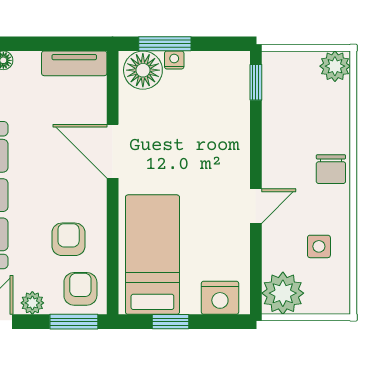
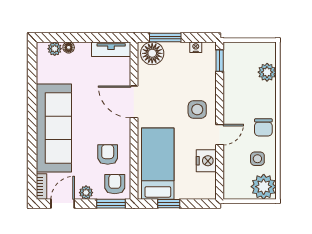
nightstand: (174, 60) -> (196, 47), moved
plant: (335, 66) -> (267, 72), moved
side table: (218, 164) -> (197, 110), added
chair: (331, 169) -> (263, 127), moved
plant: (283, 293) -> (264, 187), moved
nightstand: (220, 298) -> (206, 161), moved, turned -90

